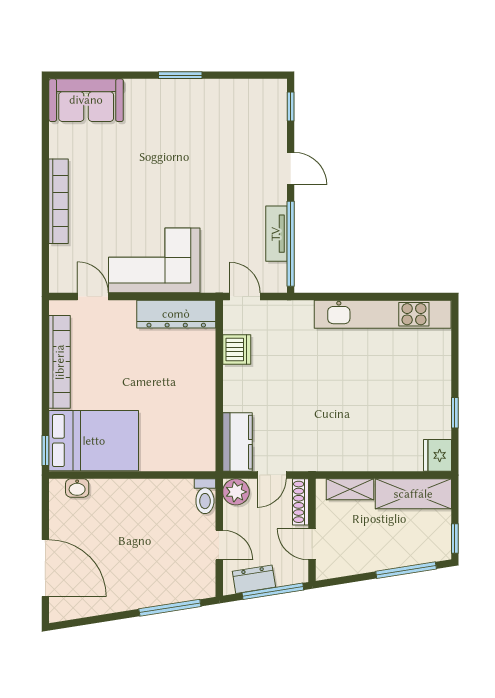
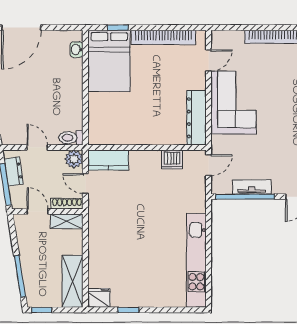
window: (45, 451) -> (118, 28), moved
shelving: (350, 489) -> (67, 221), moved, turned 90
door: (312, 544) -> (38, 211), hinge flipped
door: (219, 545) -> (37, 147), swing flipped

